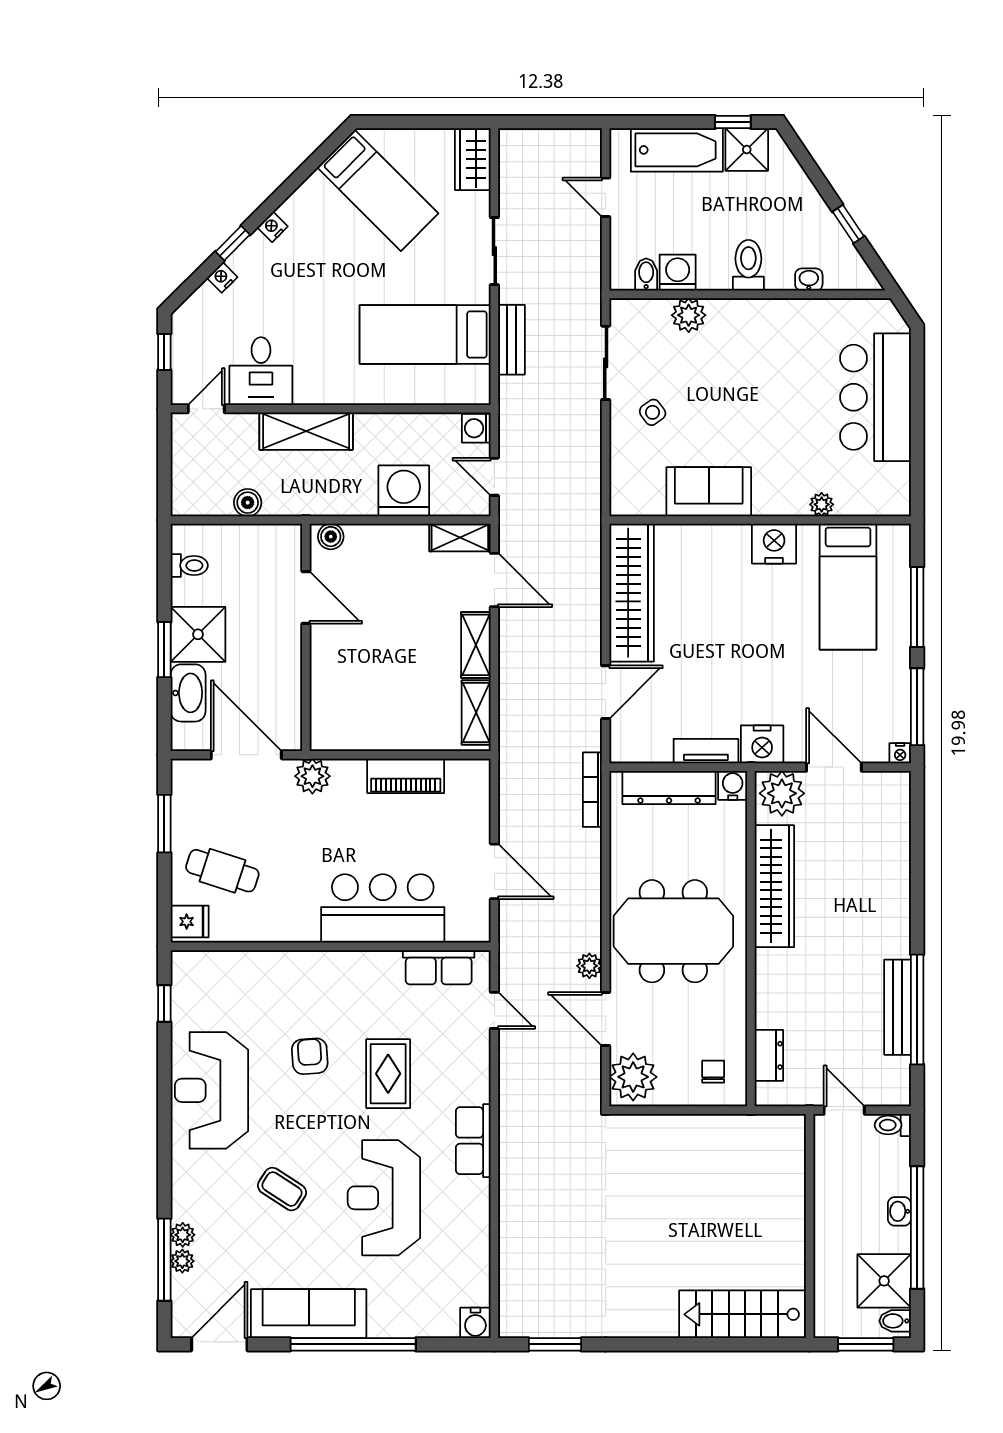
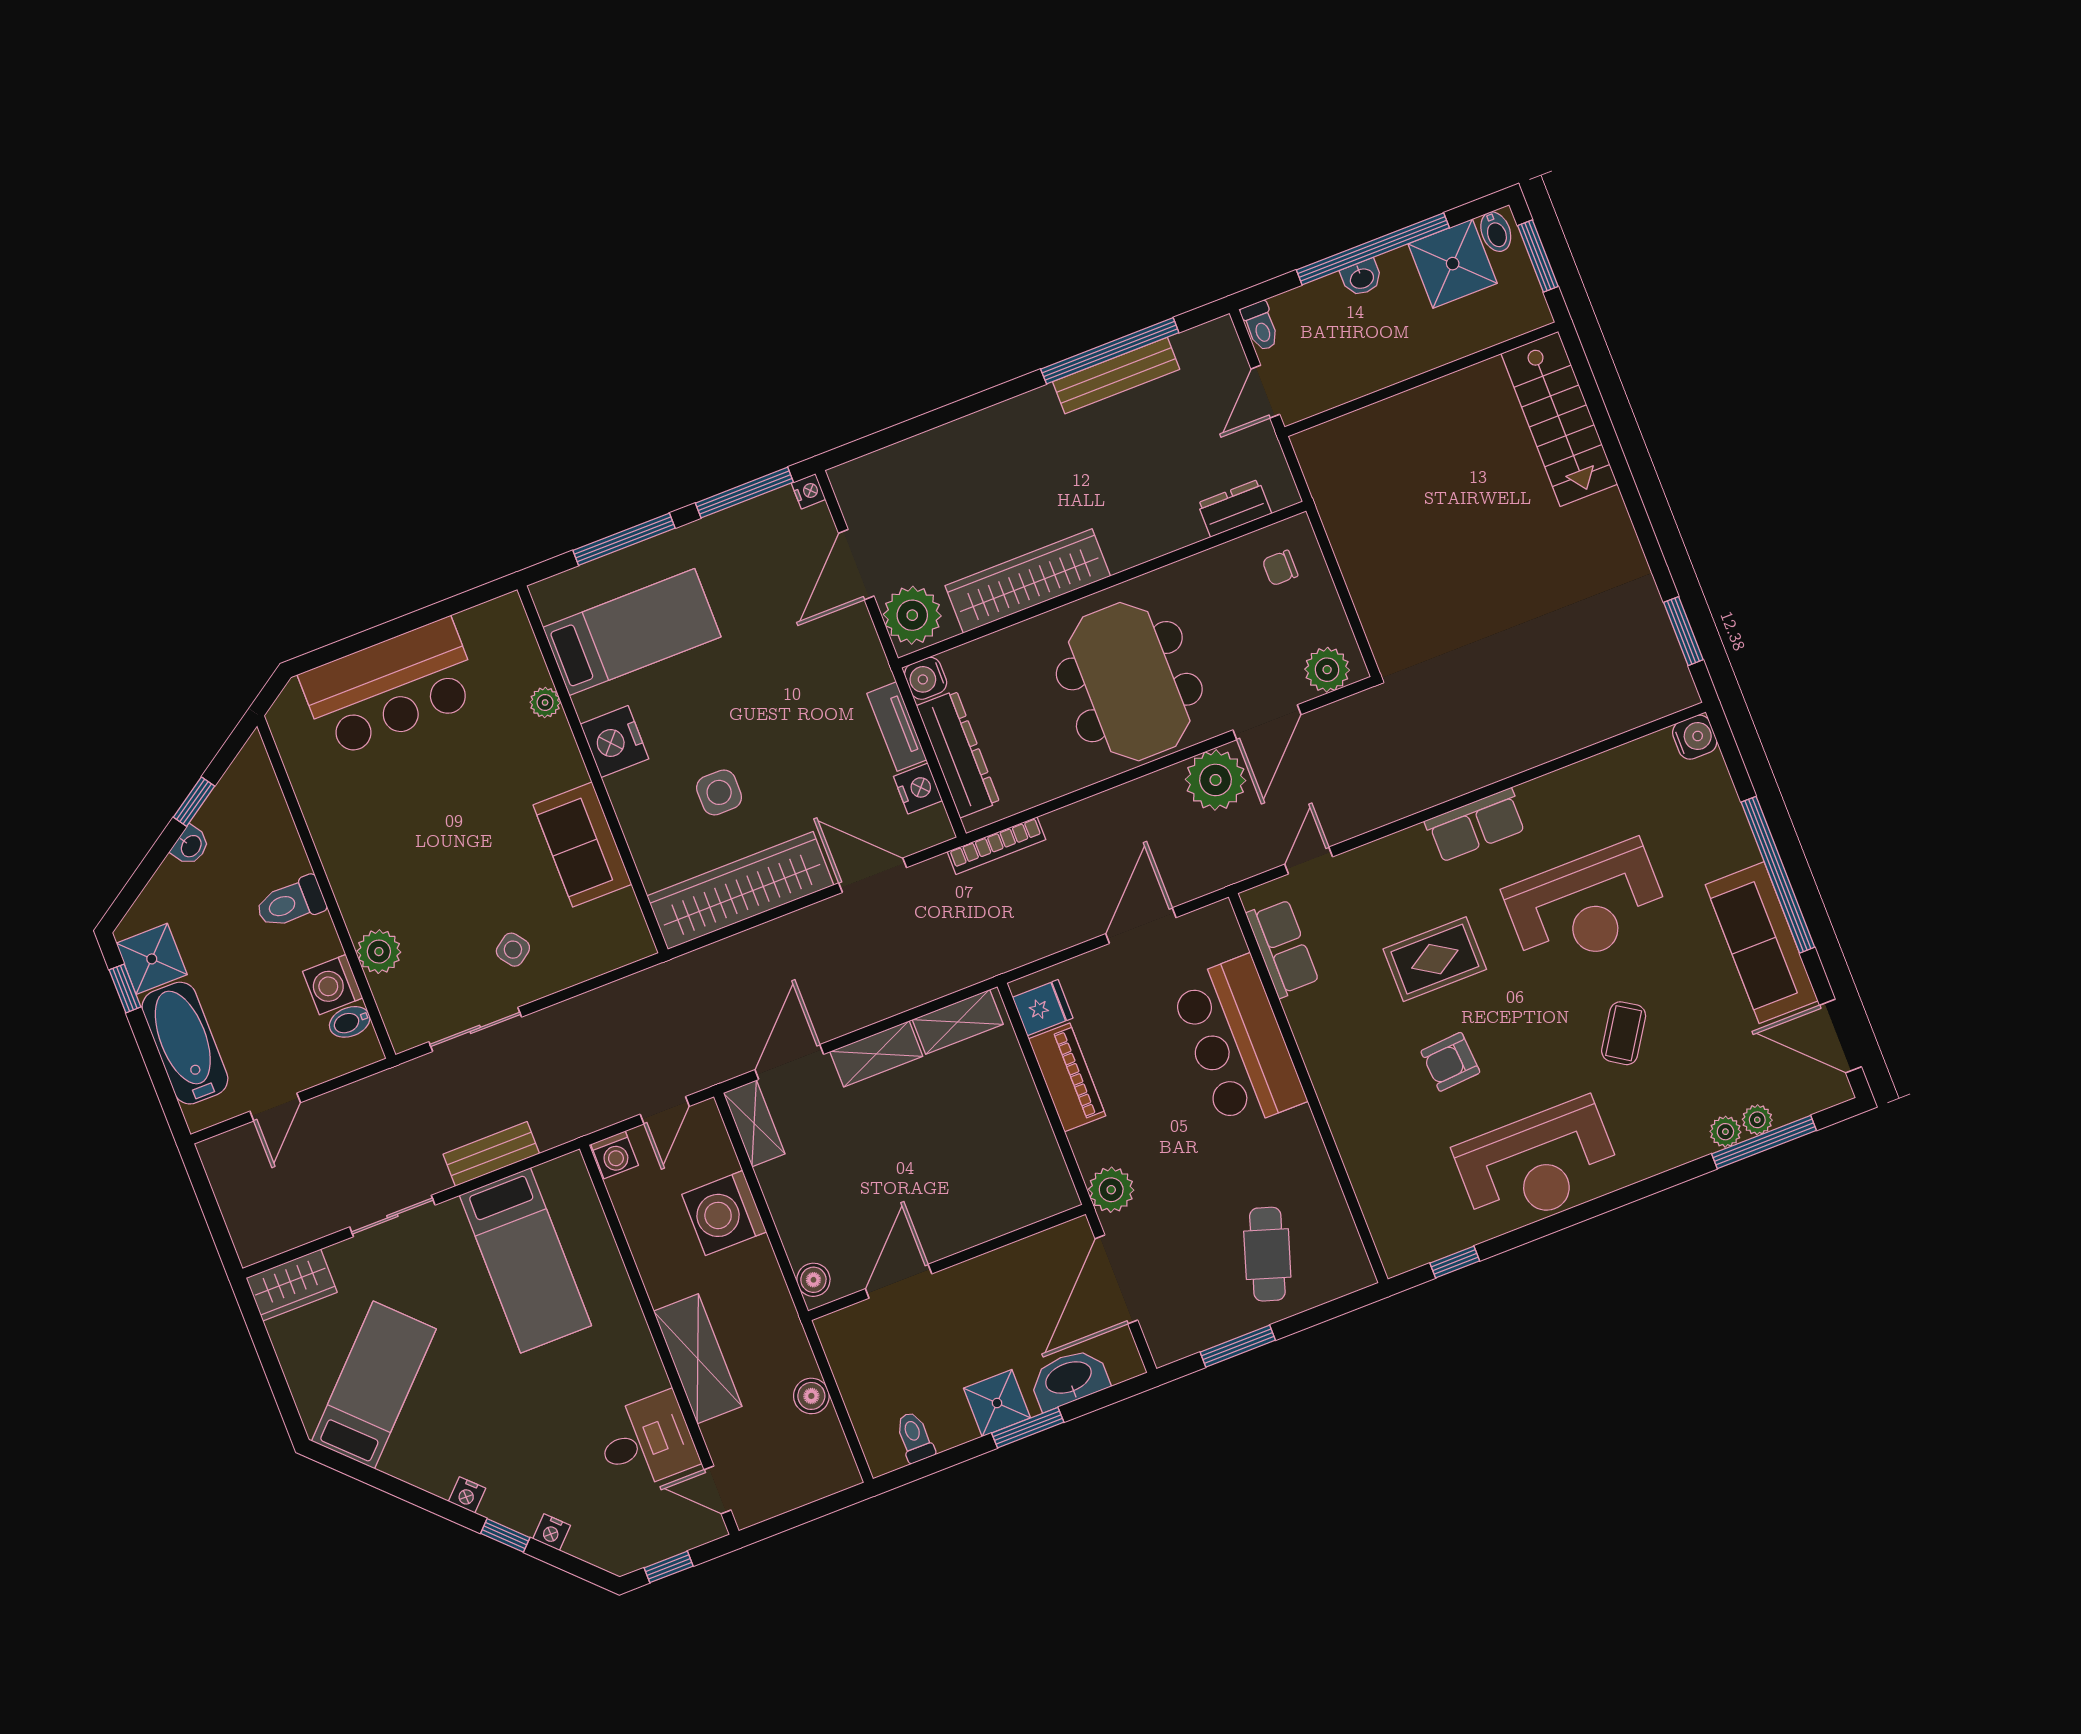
washbasin: (809, 280) -> (191, 846), moved, turned -124
side table: (708, 605) -> (719, 792), added
shower: (198, 634) -> (997, 1403), width x0.73, depth x0.73
nightstand: (762, 744) -> (918, 788), moved, width x0.74, depth x0.75
fridge: (190, 922) -> (1043, 1008), moved, turned 90
plant: (589, 966) -> (1216, 780), width x1.87, depth x1.87
plant: (633, 1077) -> (1327, 670), width x0.73, depth x0.73

